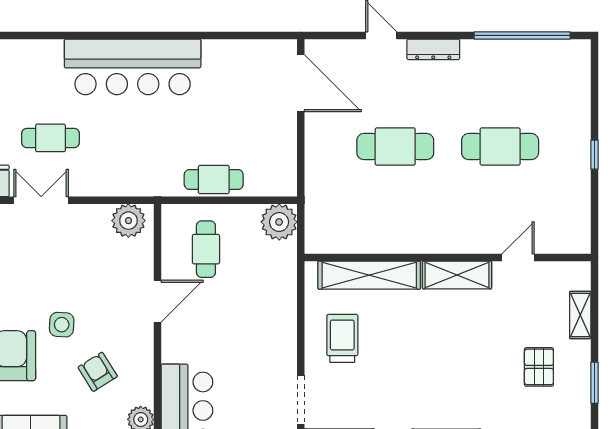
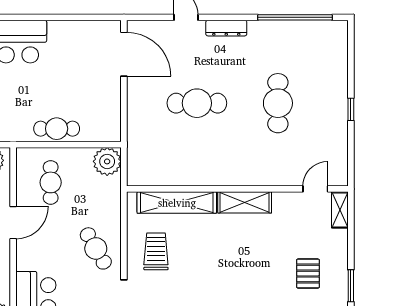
cafe table: (500, 147) -> (278, 103), turned 90
door: (518, 258) -> (315, 189), moved
shelving: (580, 315) -> (340, 210), moved
cafe table: (264, 334) -> (96, 248), added

